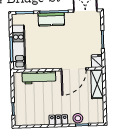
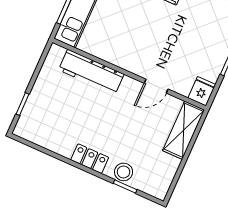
door: (74, 69) -> (156, 86), width x0.53

